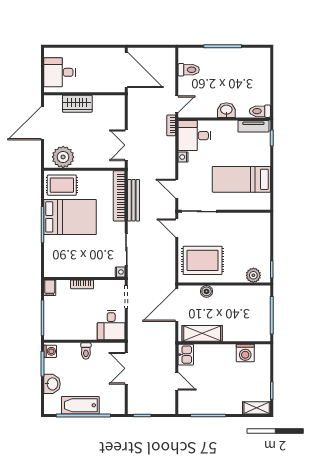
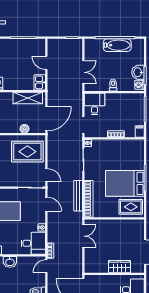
plant: (63, 157) -> (130, 228), removed
washbasin: (52, 384) -> (138, 72), moved

